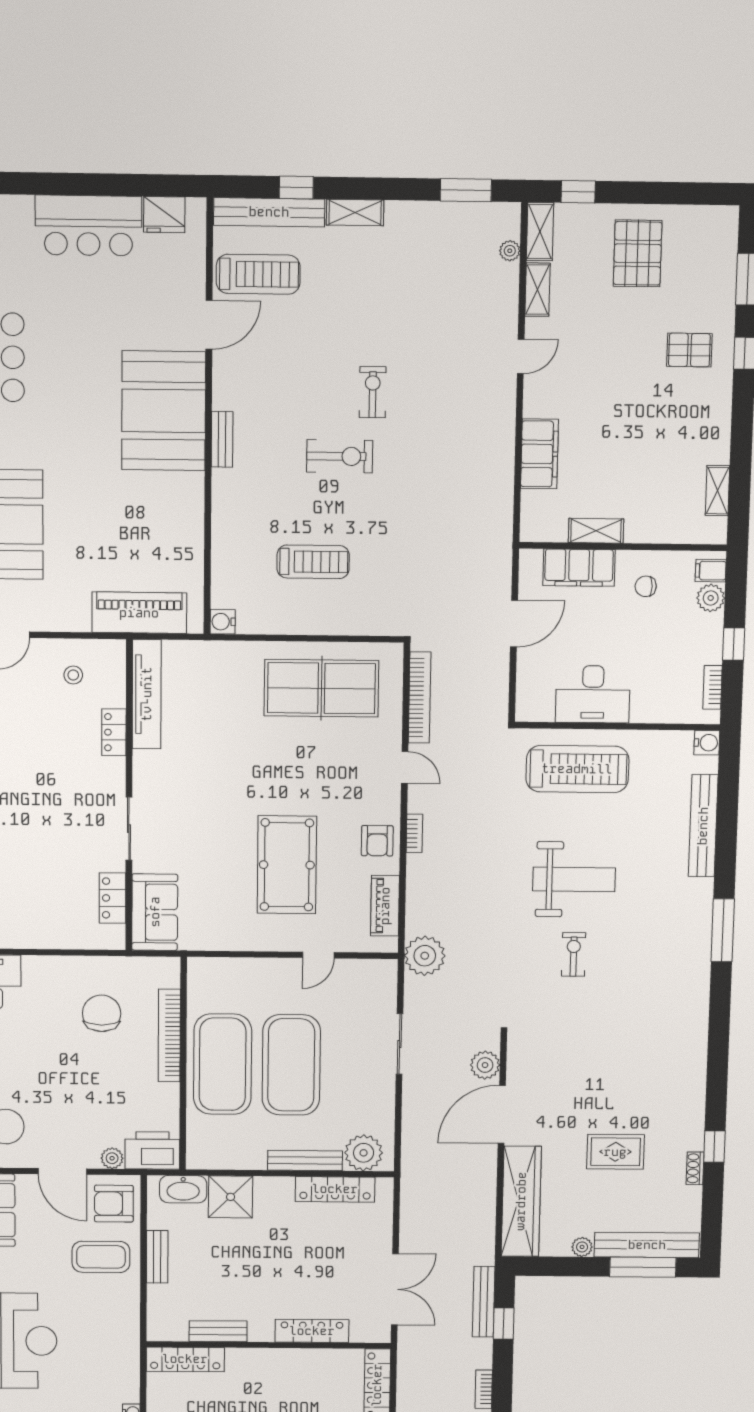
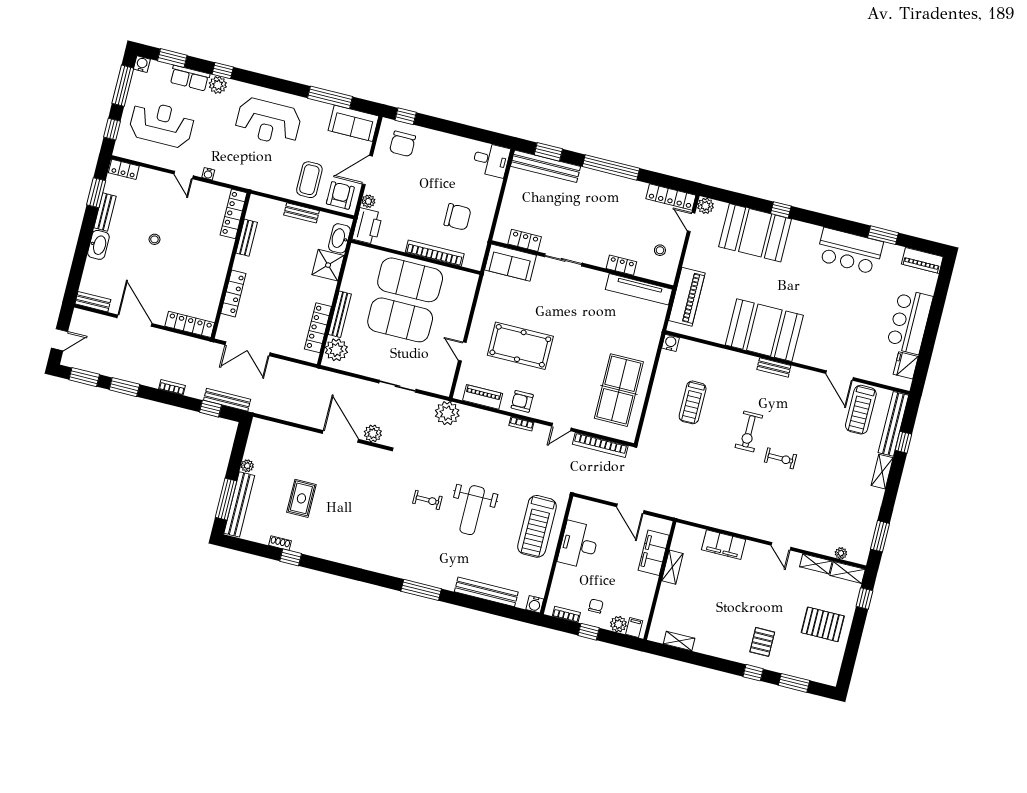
booth: (164, 411) -> (764, 330), moved
chair: (646, 586) -> (596, 606), moved
wardrobe: (521, 1201) -> (284, 436), removed

